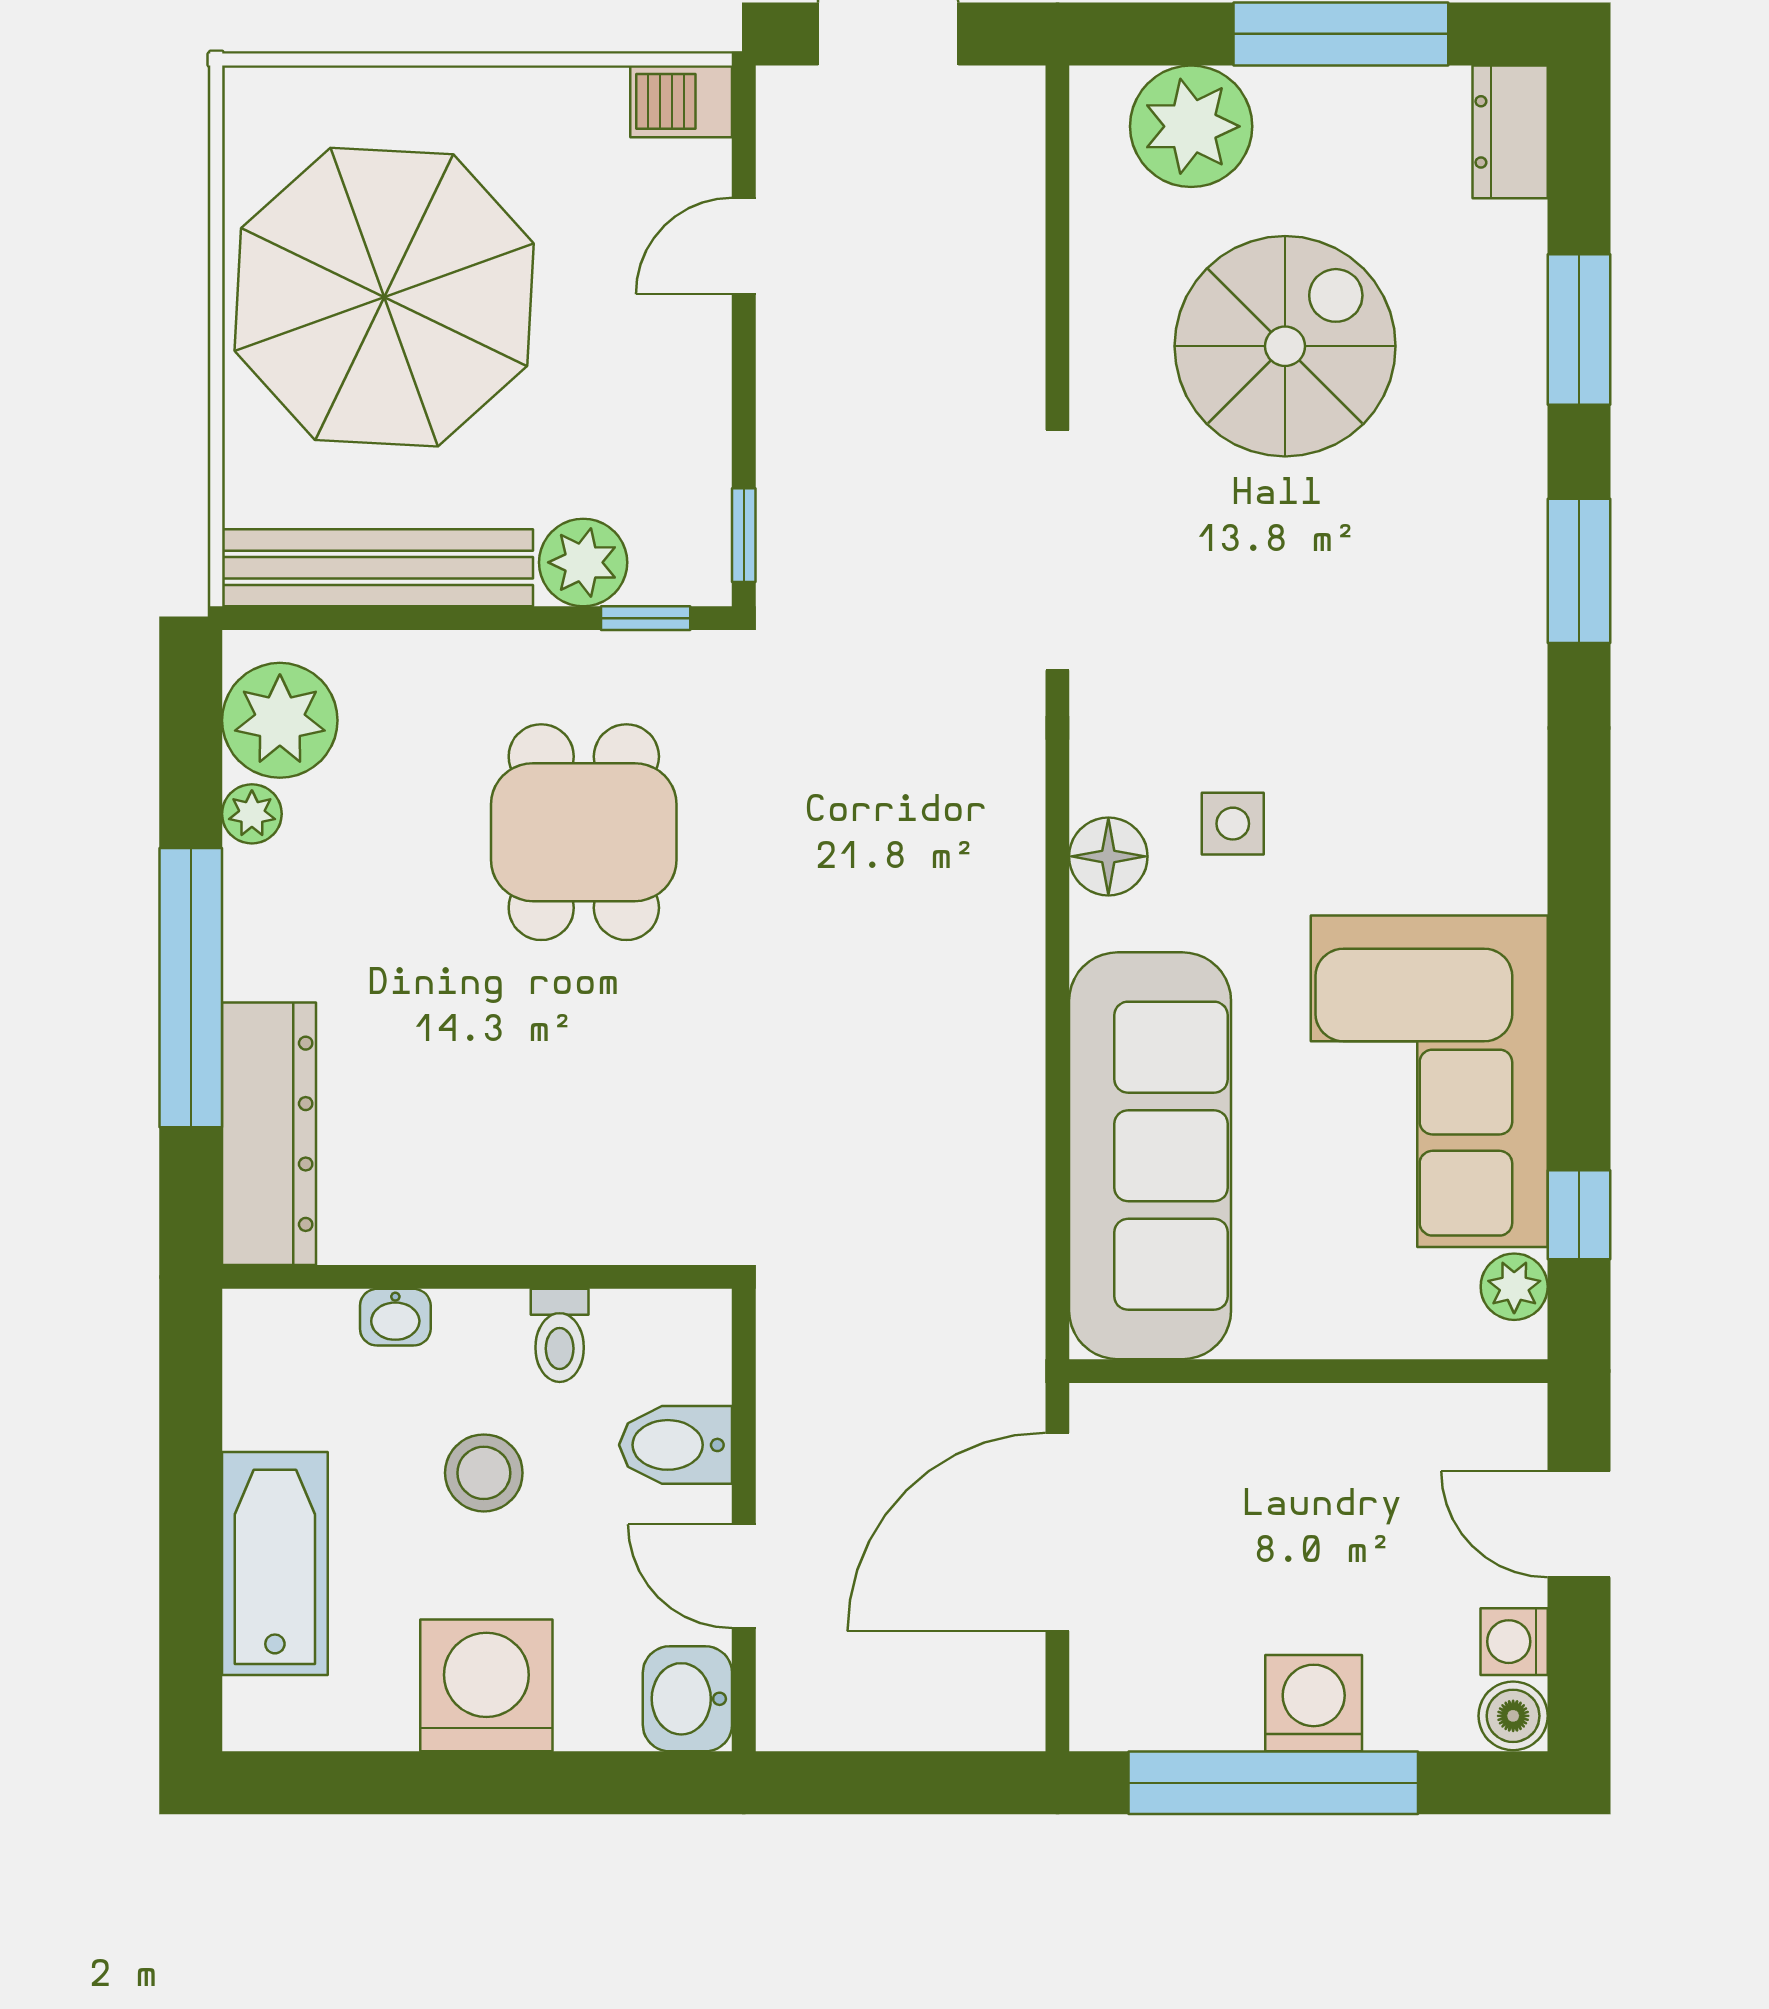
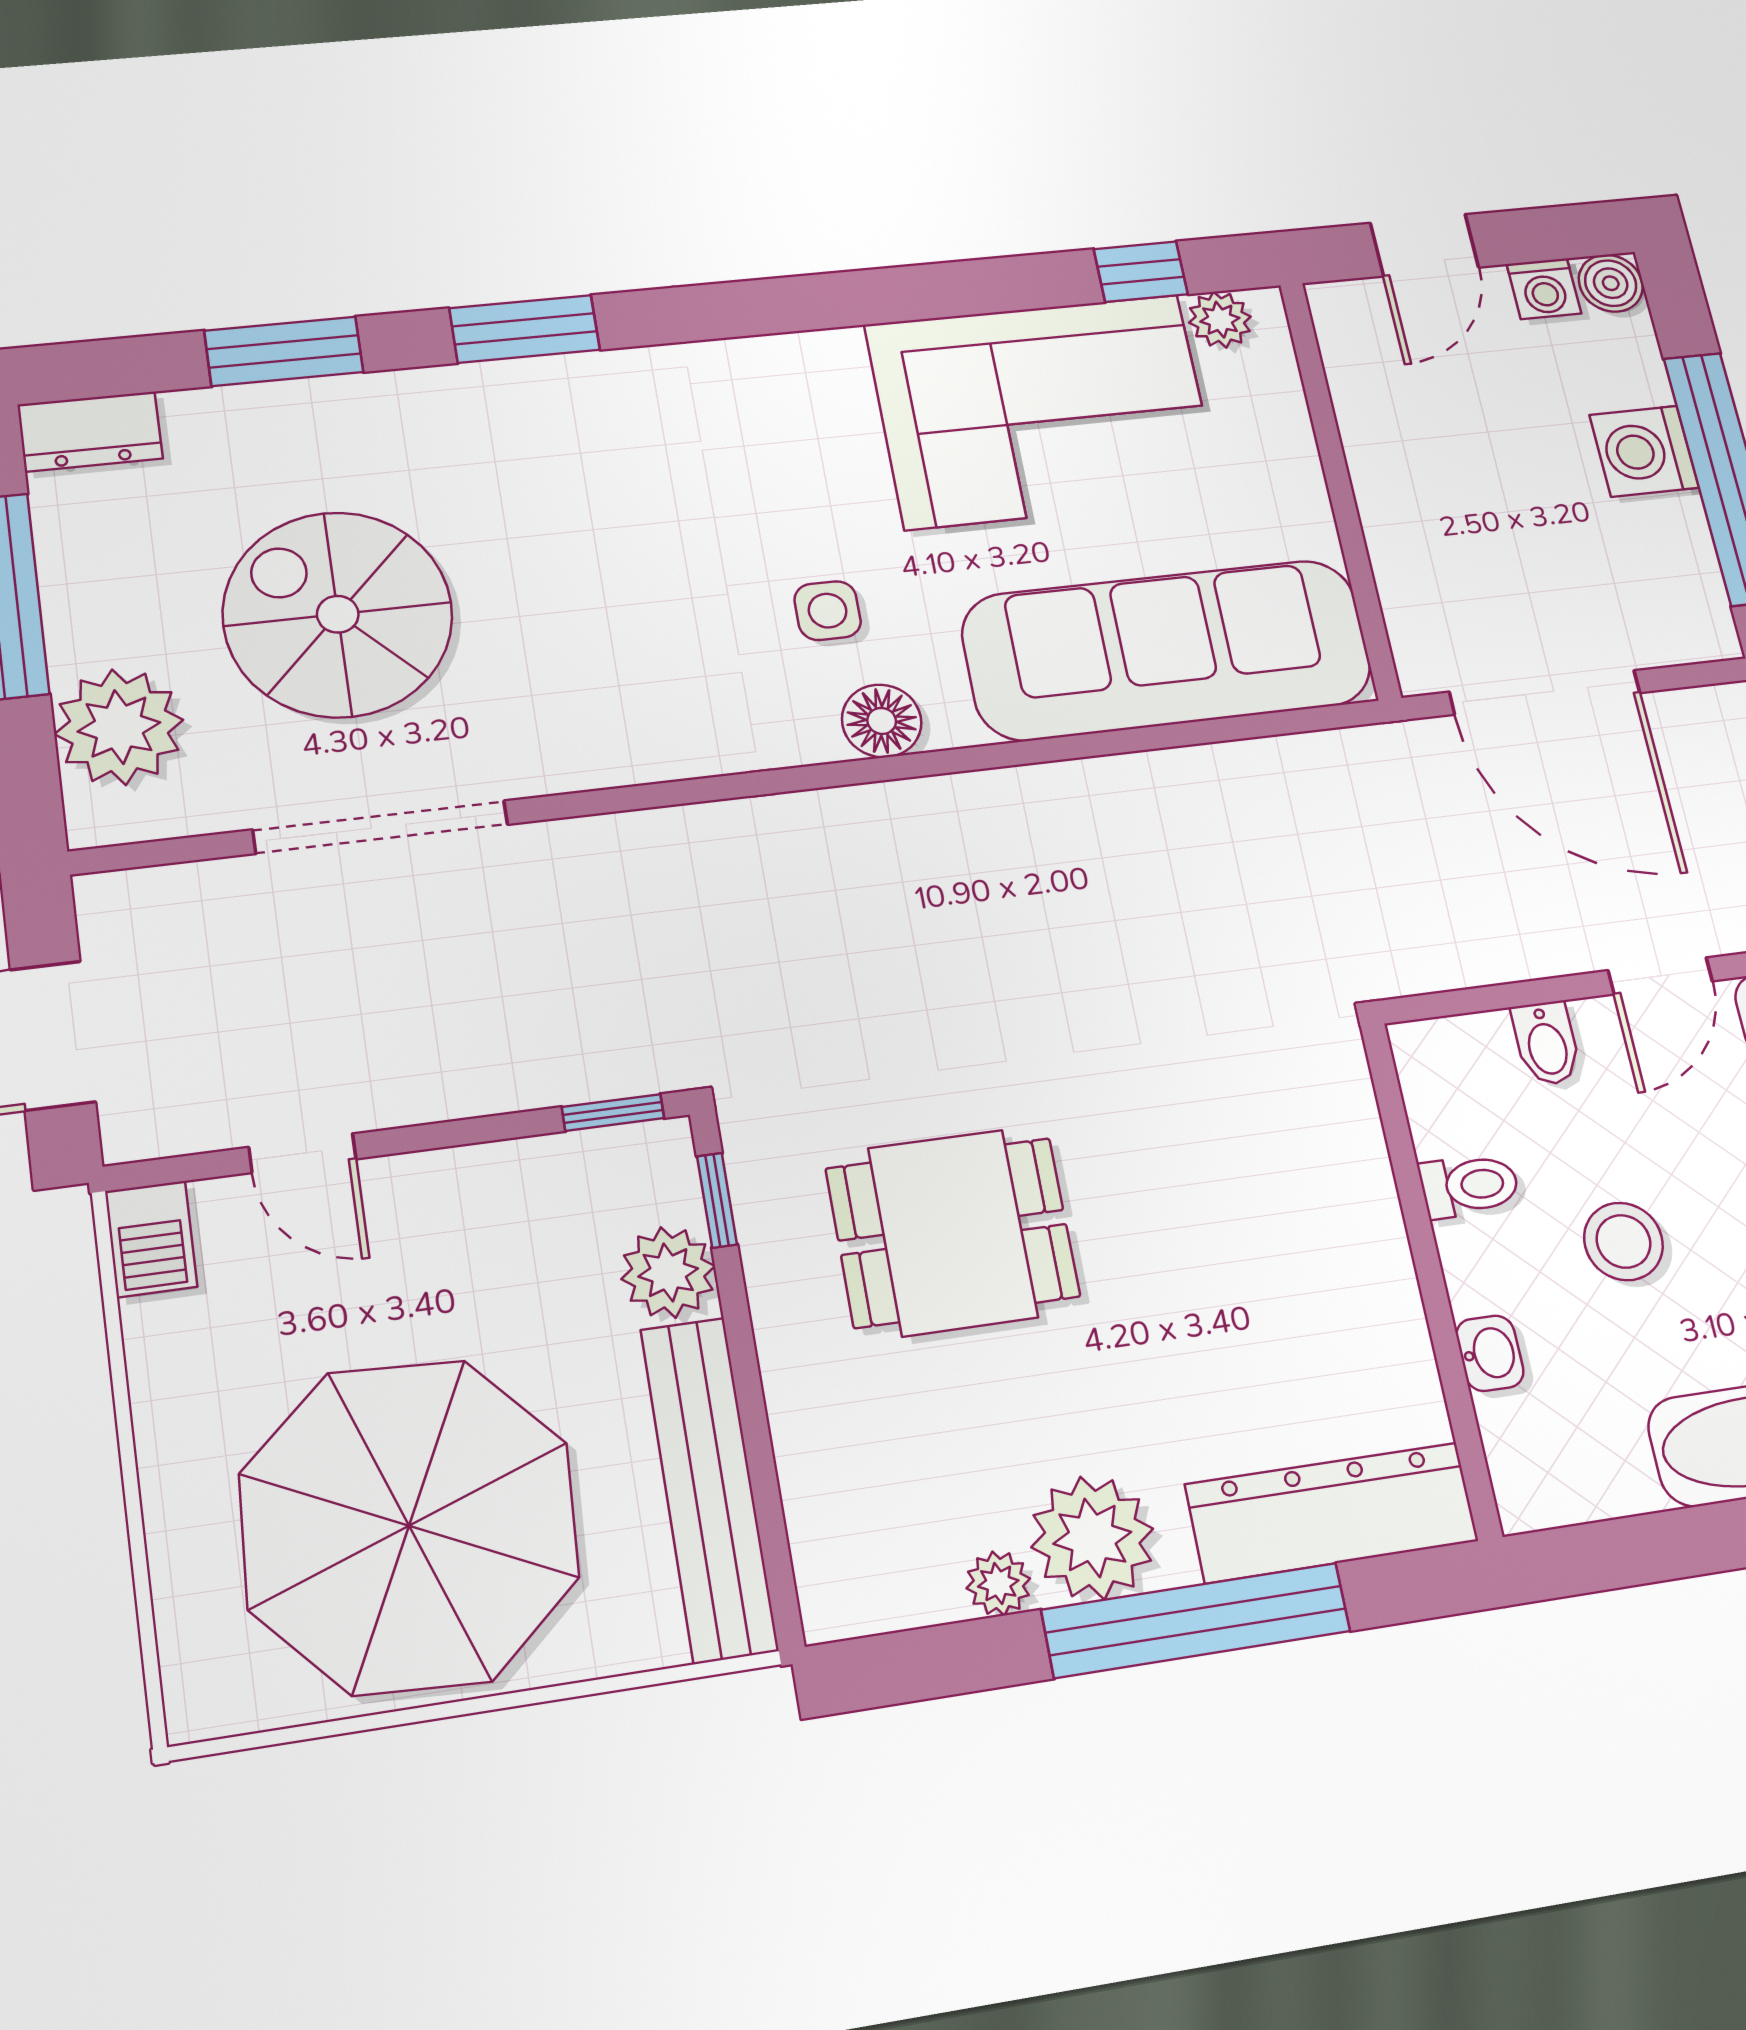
doorway: (1057, 550) -> (381, 827), moved
plant: (280, 720) -> (1092, 1538), moved
bidet: (676, 1445) -> (1546, 1043), width x0.72, depth x0.74

